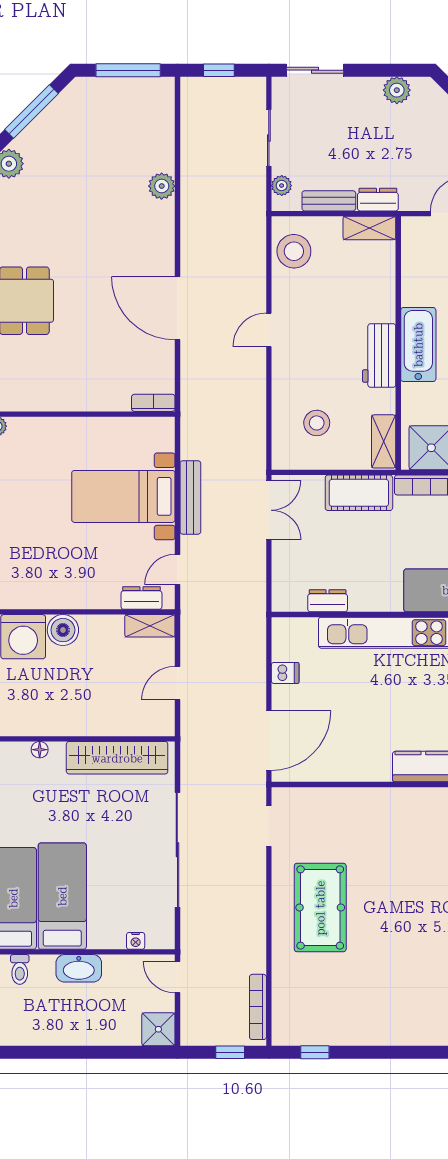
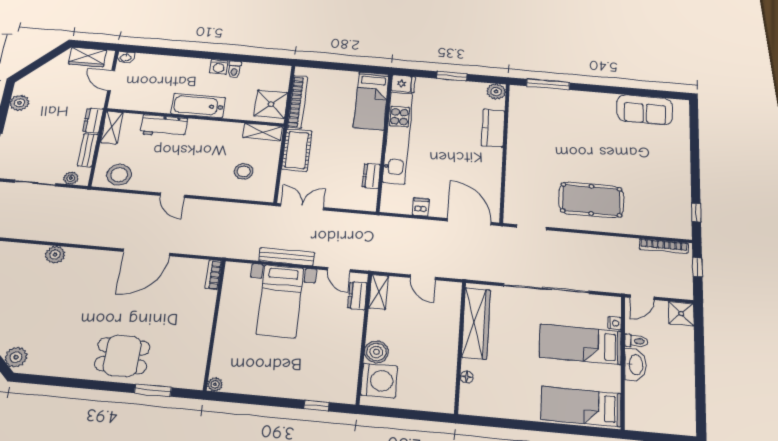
workbench: (379, 356) -> (164, 126), moved
bed: (62, 896) -> (580, 344), moved
toilet: (20, 969) -> (636, 341), moved

